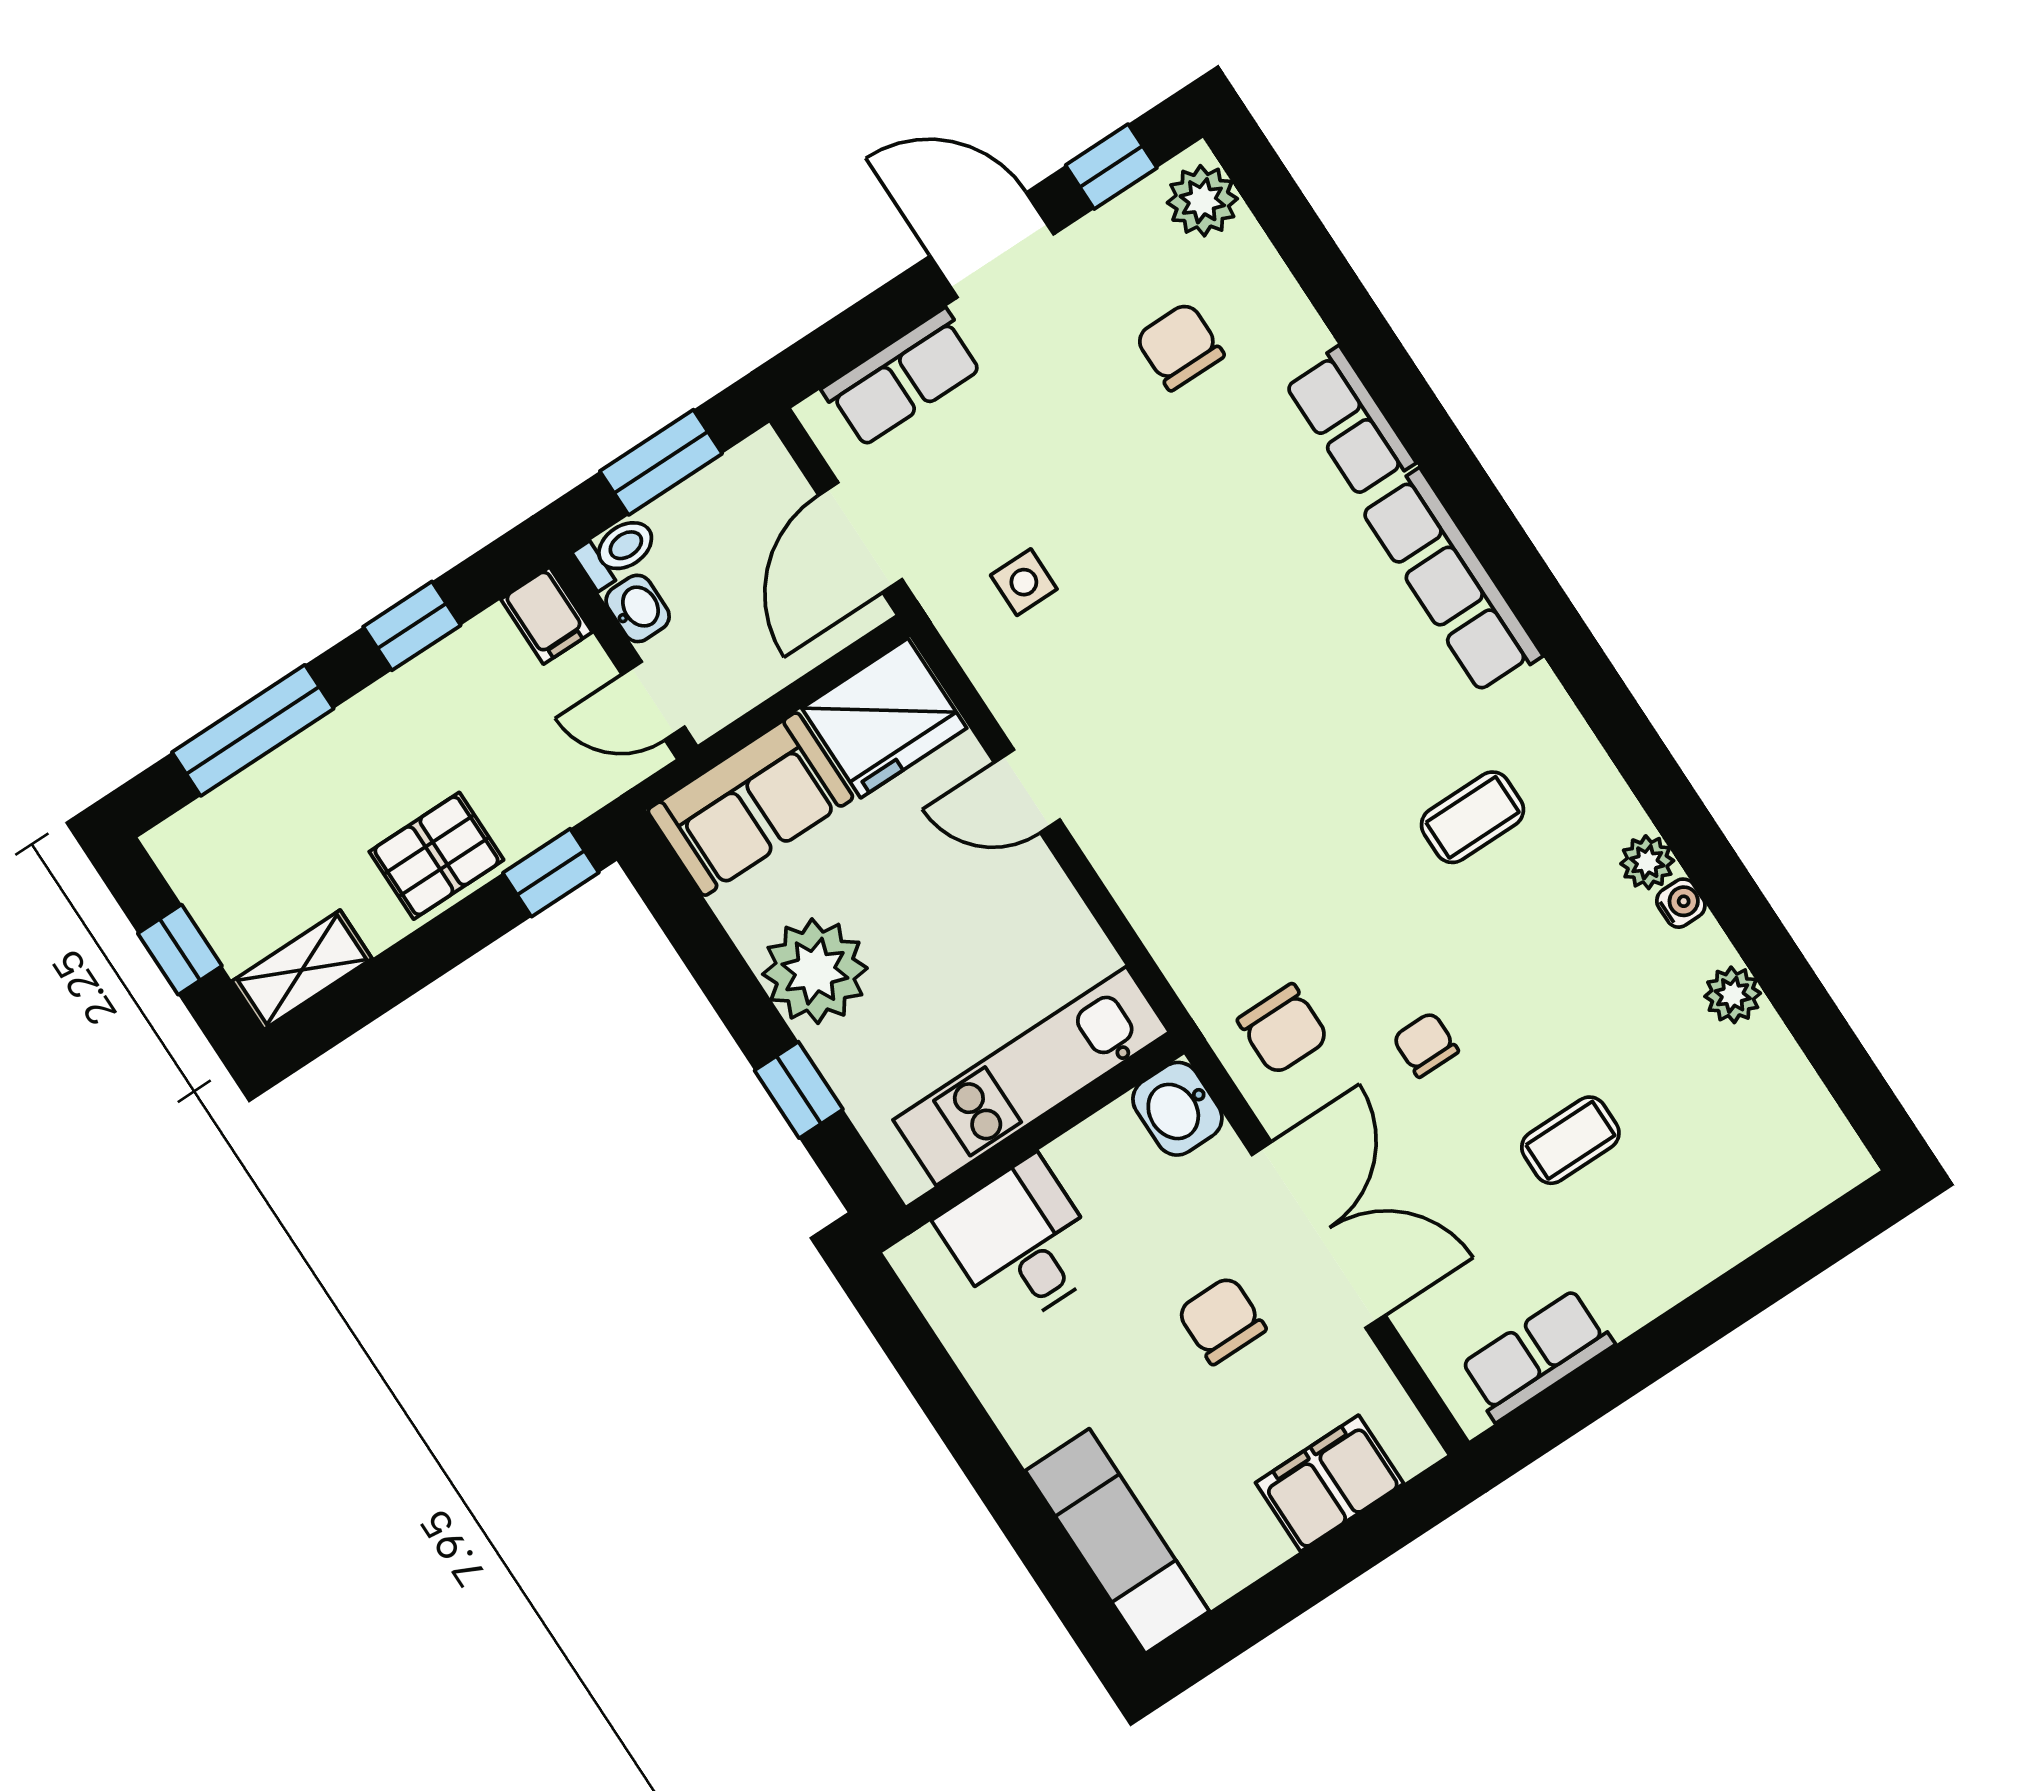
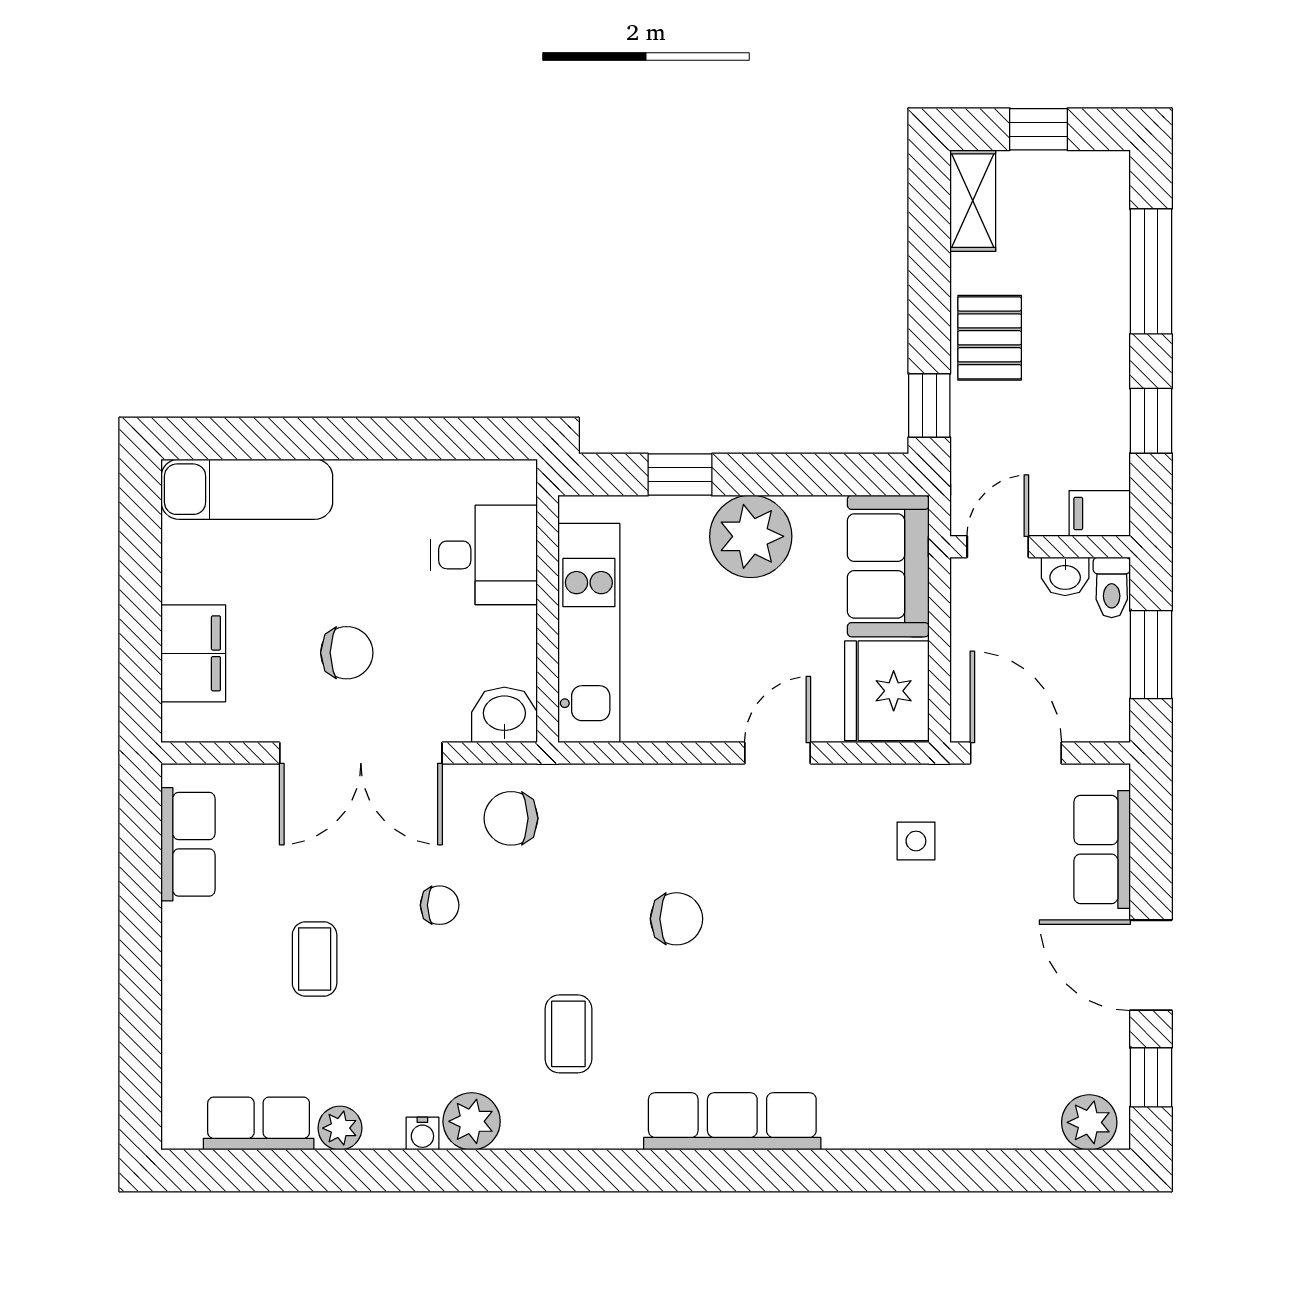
door: (992, 245) -> (1151, 965), swing flipped
chair: (1180, 346) -> (676, 919), moved
row of seats: (1350, 422) -> (259, 1124), moved
plant: (1647, 862) -> (472, 1121), width x1.38, depth x1.38

